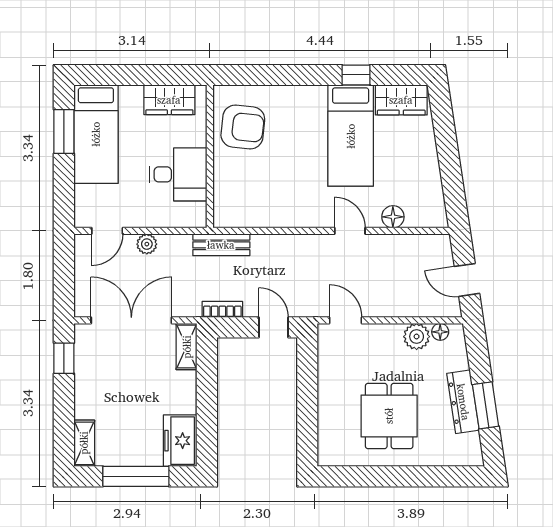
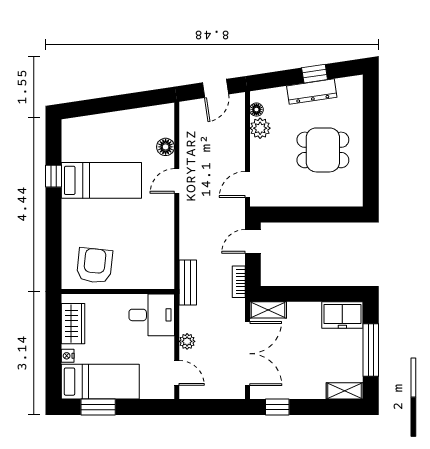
nightstand: (129, 93) -> (68, 356), added
wardrobe: (401, 100) -> (73, 140), removed
desk: (178, 174) -> (152, 315), moved, turned 90
double door: (131, 320) -> (247, 354), swing flipped
window: (486, 405) -> (315, 74), width x0.67

